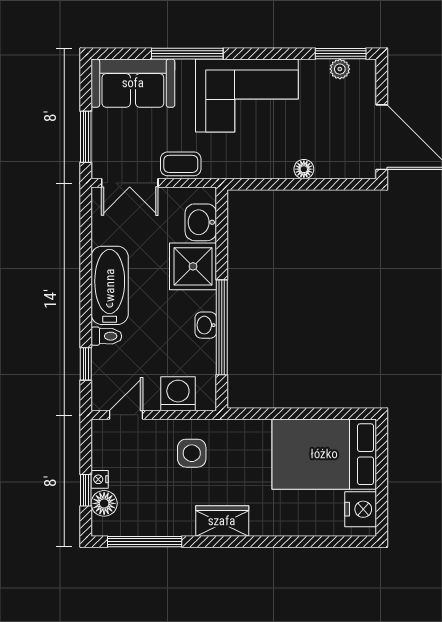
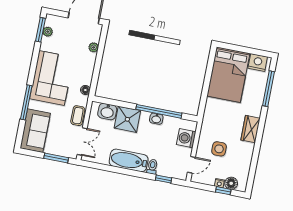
floor lamp: (304, 169) -> (85, 90), moved
plant: (326, 169) -> (94, 47), added
door: (126, 415) -> (191, 165), swing flipped
side table: (192, 453) -> (219, 149), moved
window: (145, 542) -> (269, 89), moved

